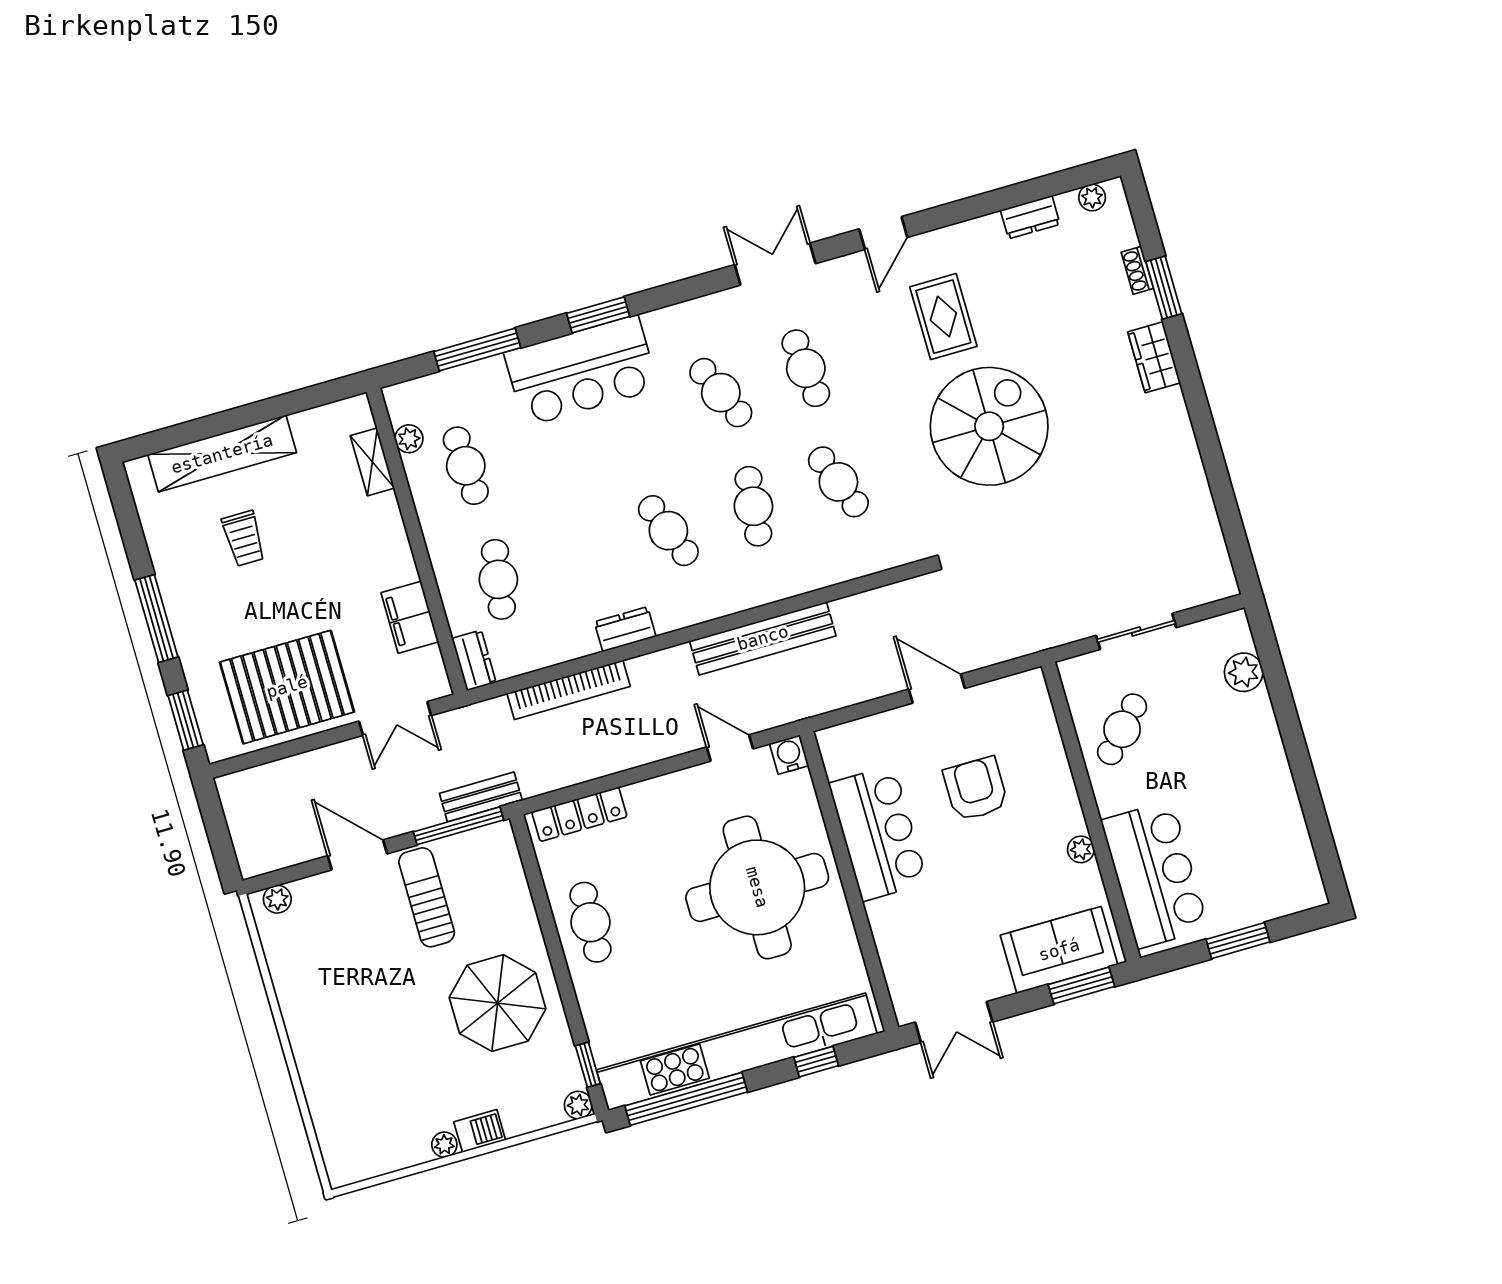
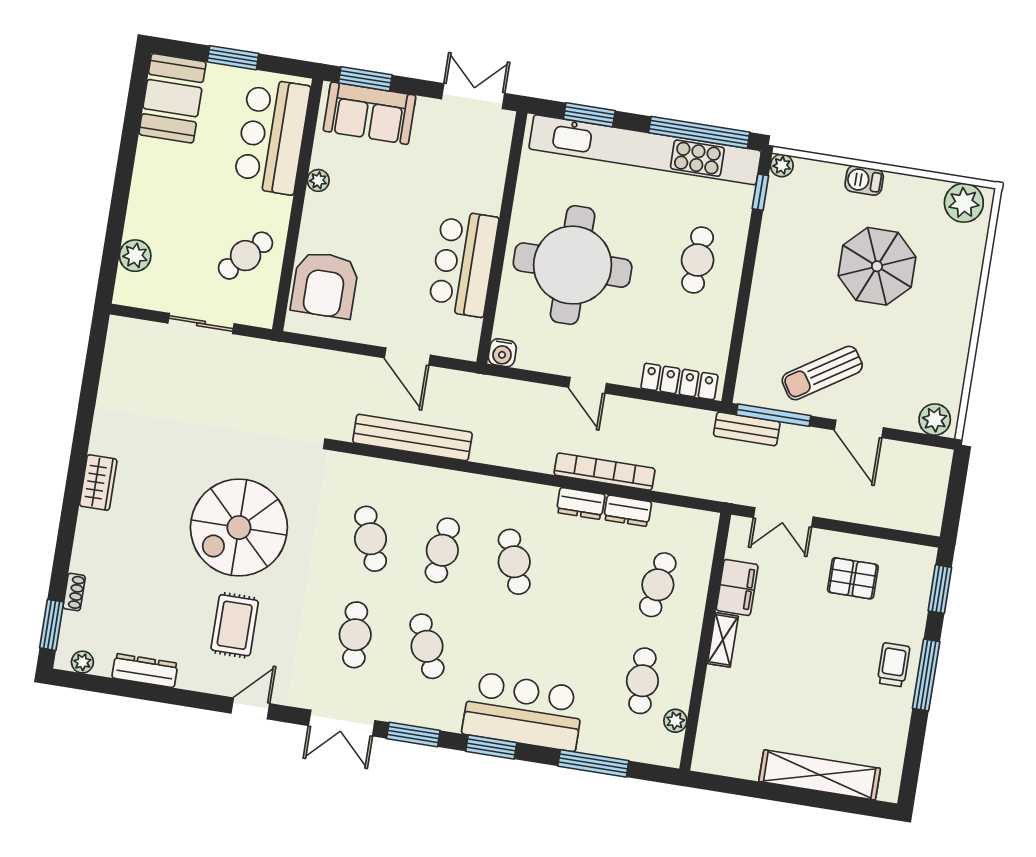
dresser: (1030, 217) -> (145, 671), width x1.44
window: (690, 288) -> (413, 734), added
window: (1164, 288) -> (52, 625), moved
wardrobe: (1154, 357) -> (98, 483), moved
shelving: (372, 462) -> (723, 640), moved
trolley: (244, 538) -> (894, 665), moved
bench: (763, 638) -> (412, 438), moved
dresser: (474, 660) -> (628, 511), moved, turned -90
pallet: (287, 687) -> (853, 578), width x0.49, depth x0.50
door: (937, 689) -> (407, 357), moved
bookcase: (569, 690) -> (605, 472), moved
double door: (395, 718) -> (783, 517), swing flipped
door: (730, 748) -> (587, 385), moved
armchair: (976, 789) -> (325, 285), moved, width x1.36, depth x1.36
booth: (1284, 865) -> (172, 98), added
sun lounger: (427, 897) -> (822, 373), turned 57
plant: (277, 899) -> (935, 420), width x1.38, depth x1.38
cafe table: (590, 922) -> (698, 260), moved
parasol: (498, 1003) -> (877, 266), moved
window: (816, 1062) -> (589, 115), width x1.50
plant: (444, 1145) -> (964, 203), moved, width x1.88, depth x1.88

